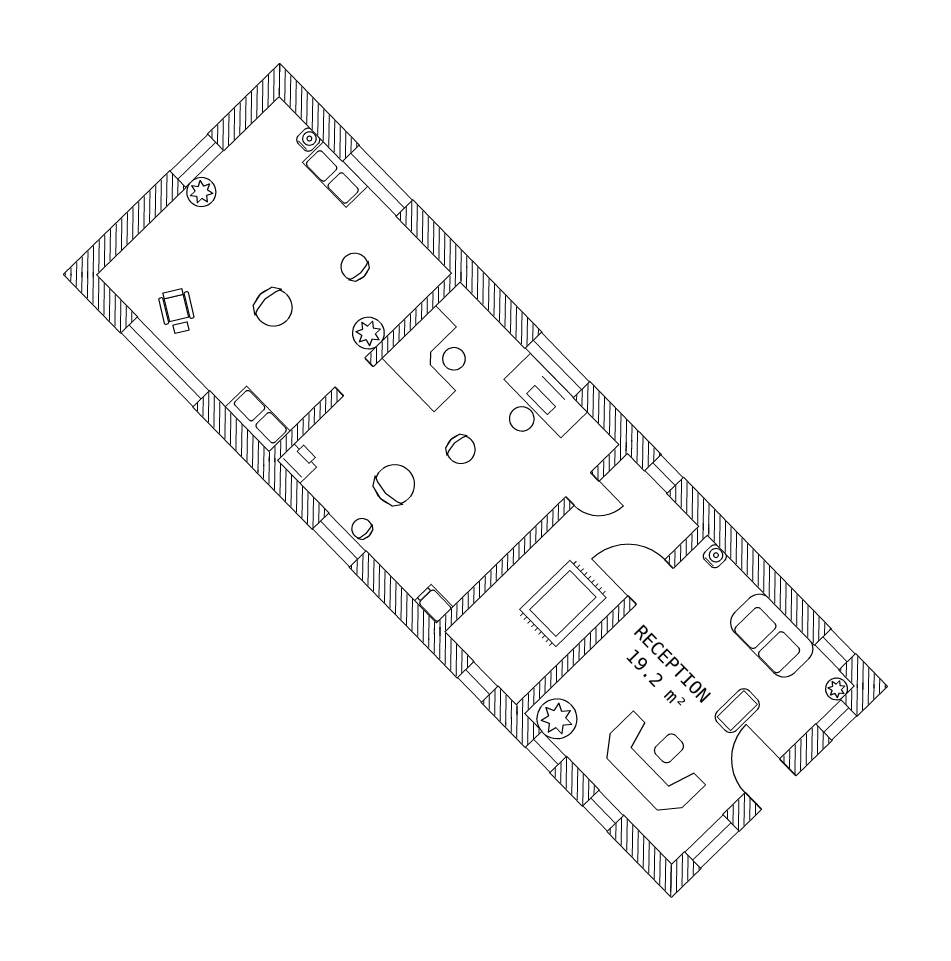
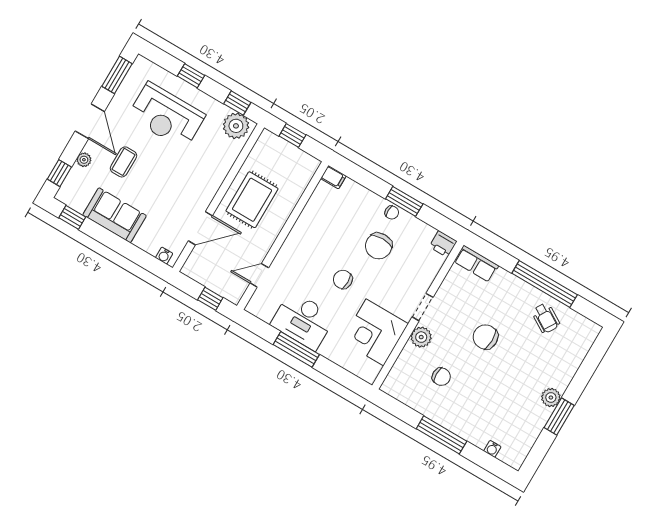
row of seats: (335, 174) -> (469, 432), removed
plant: (837, 689) -> (84, 160), moved

